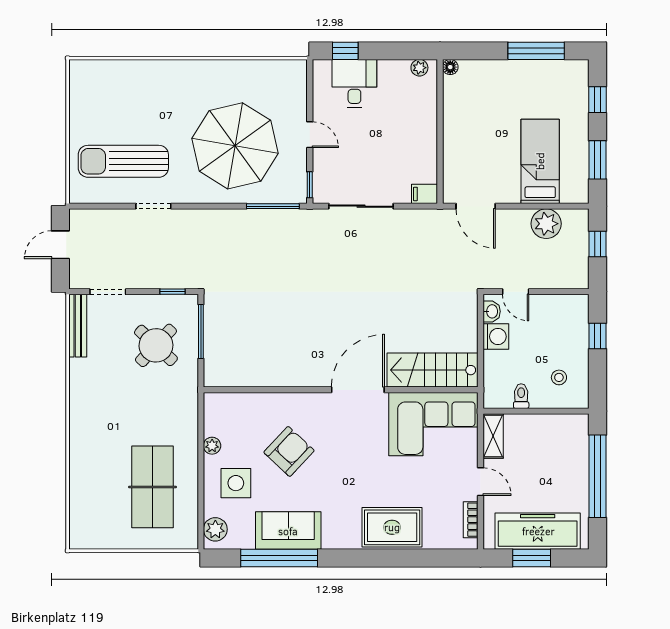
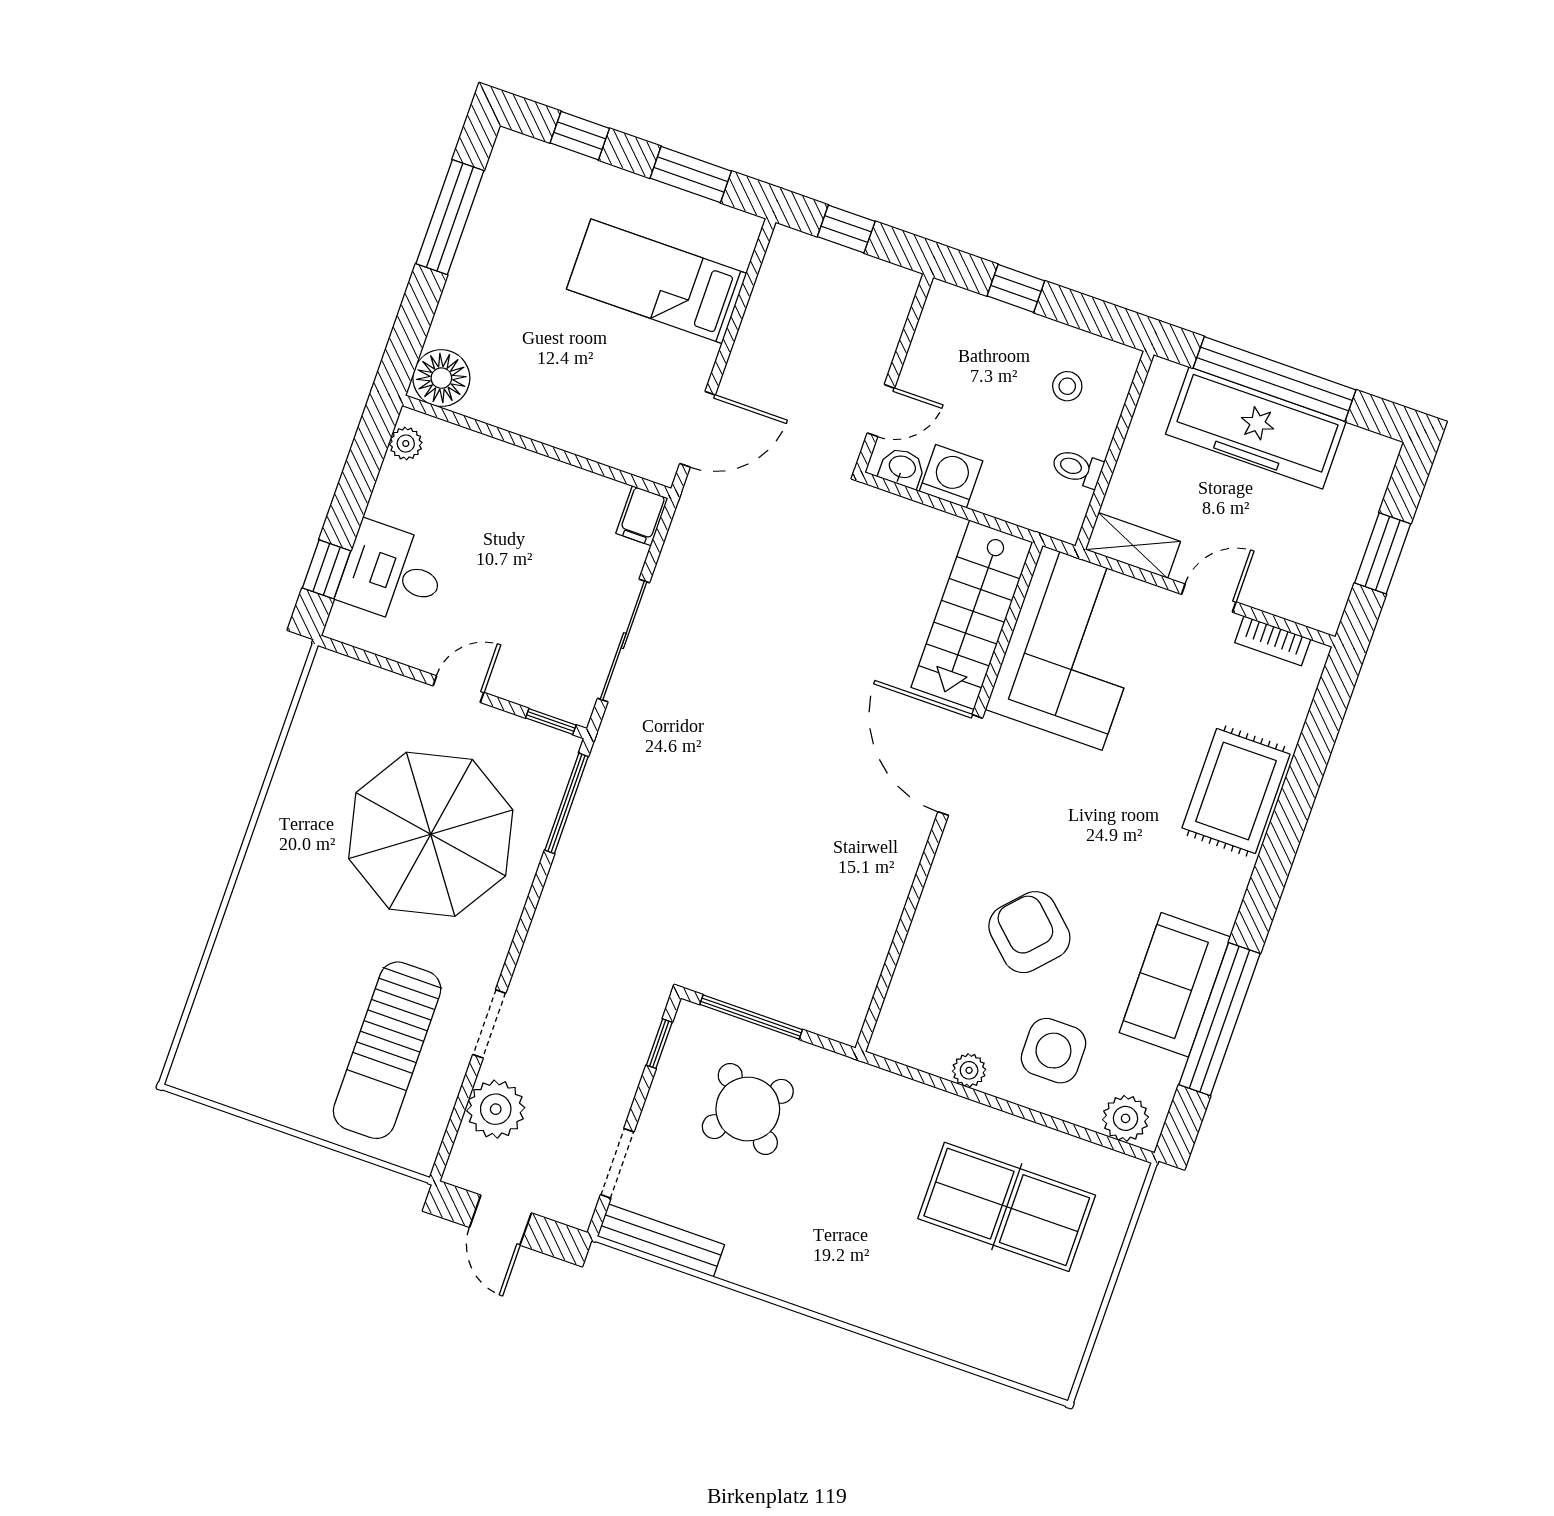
floor lamp: (450, 67) -> (441, 378), width x1.89, depth x1.89
plant: (546, 224) -> (496, 1109), moved
freezer: (538, 531) -> (1256, 428), moved, turned -90

